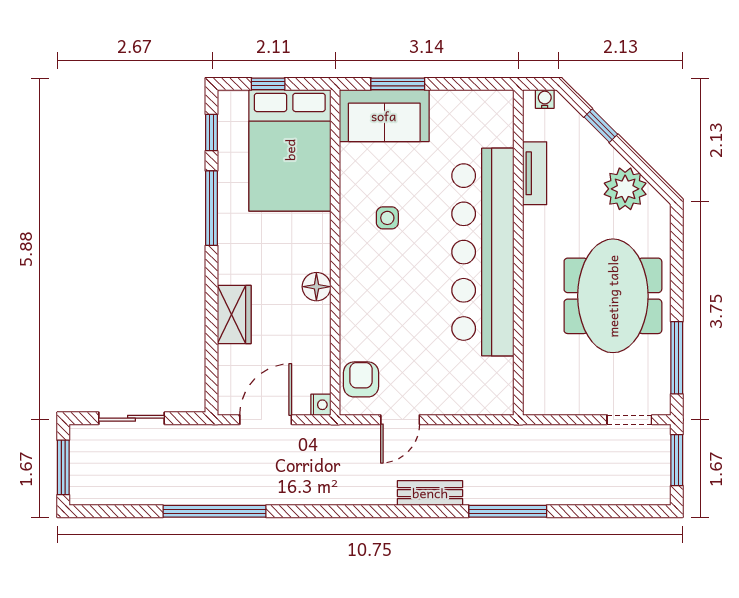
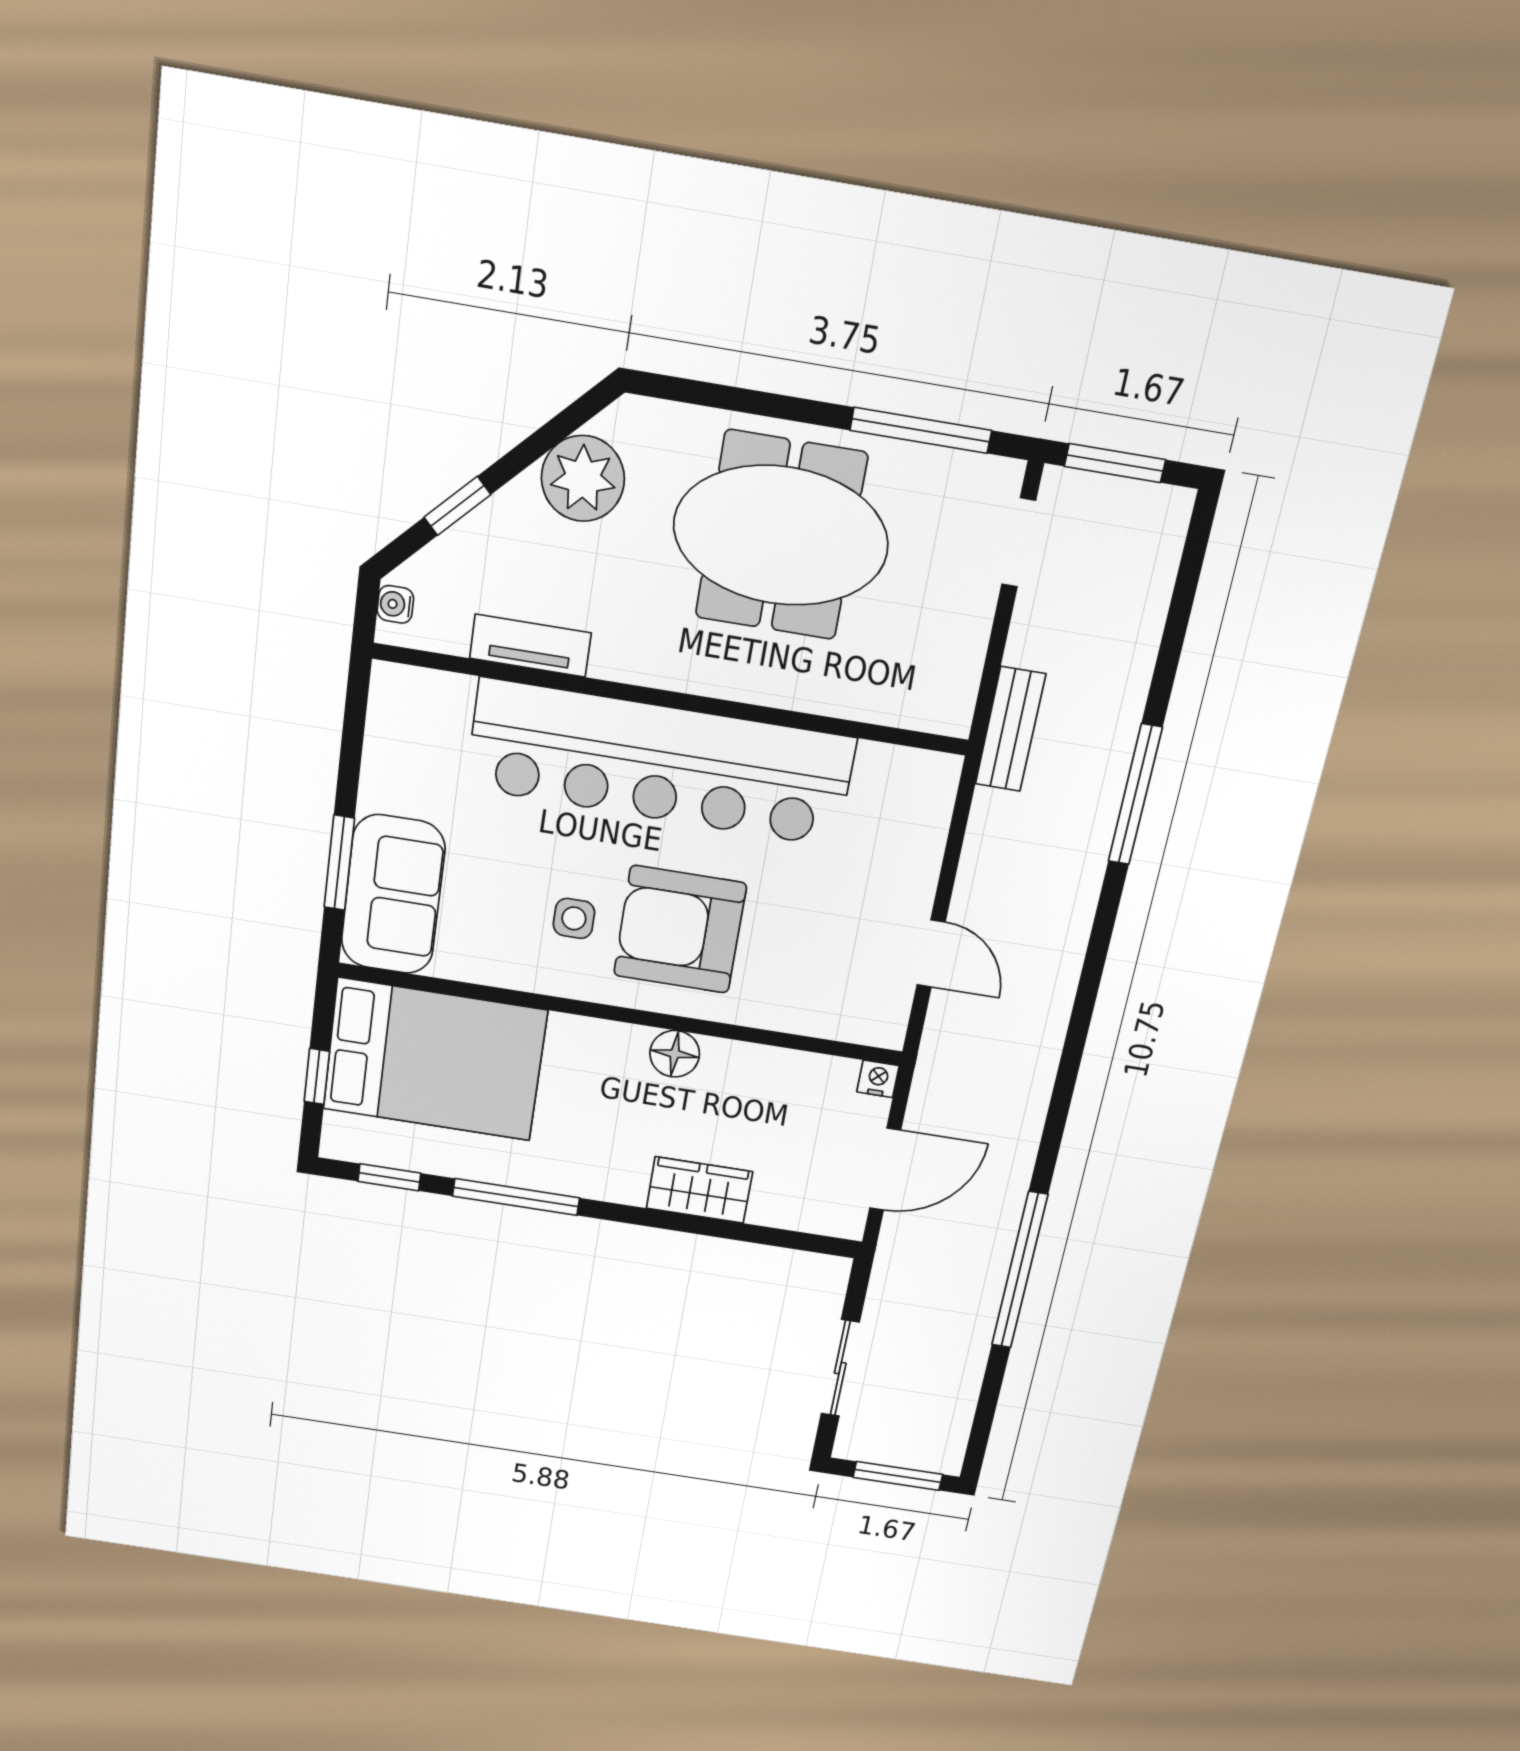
armchair: (361, 379) -> (680, 930), moved, width x1.88, depth x1.88
door: (266, 420) -> (885, 1169), swing flipped
bench: (430, 493) -> (1010, 729), moved

